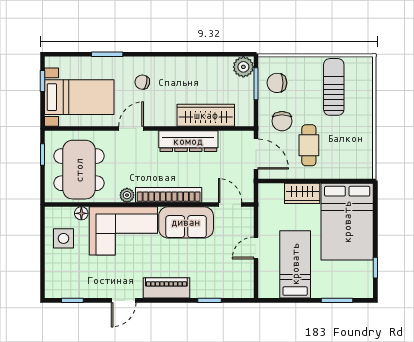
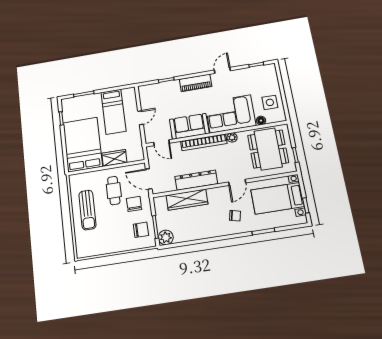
sun lounger: (334, 87) -> (87, 210), moved

